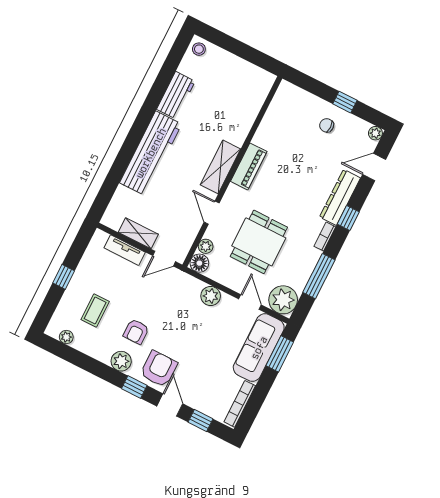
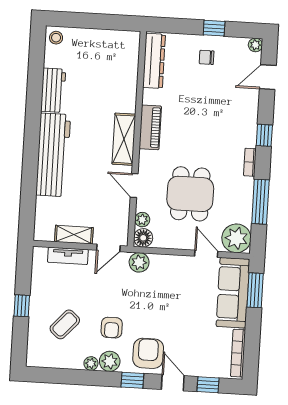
dresser: (340, 197) -> (154, 61), moved, turned 180
plant: (211, 296) -> (139, 262), moved
coffee table: (95, 310) -> (65, 324), turned 42
plant: (66, 337) -> (91, 363), moved

